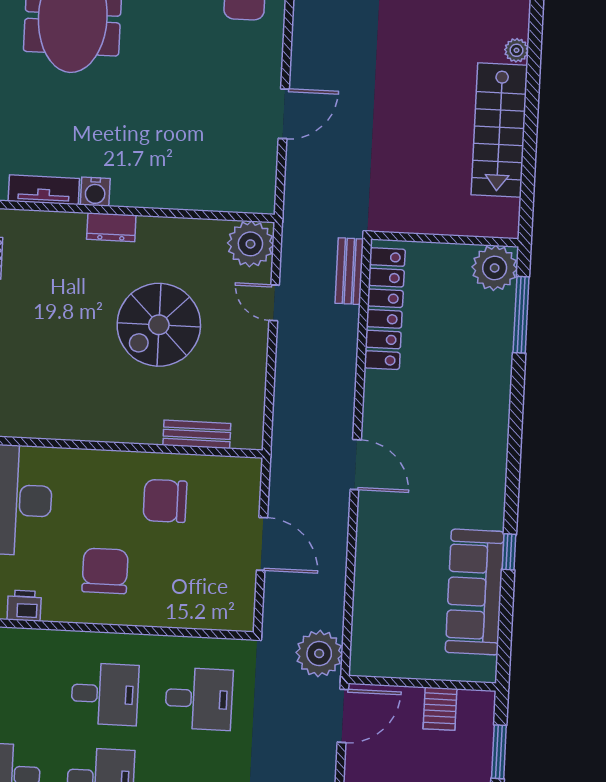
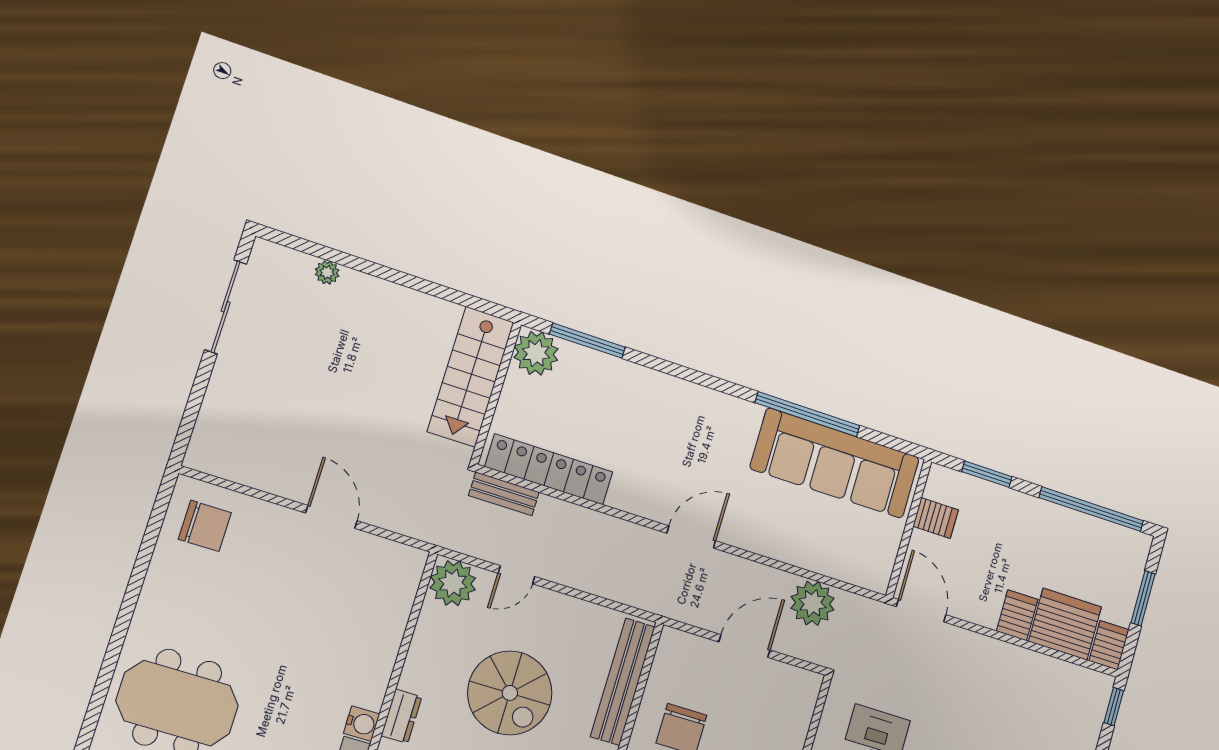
stairs: (499, 130) -> (471, 377), moved, turned 90
bench: (197, 434) -> (623, 682), width x1.86, depth x1.21
window: (509, 552) -> (808, 414), width x3.17
sofa: (475, 592) -> (835, 463), width x1.36, depth x1.27
plant: (319, 654) -> (812, 603), moved

